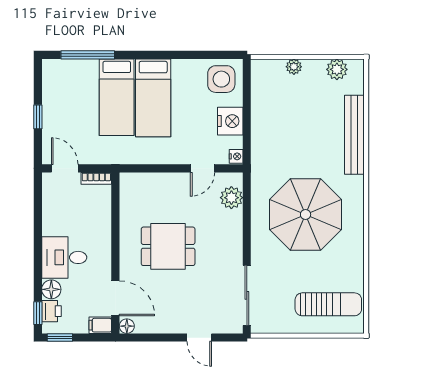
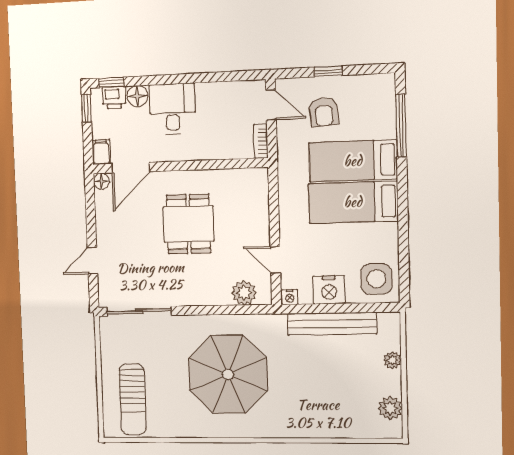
armchair: (73, 122) -> (324, 112), added
bench: (354, 135) -> (332, 324), moved
door: (65, 168) -> (271, 105), hinge flipped

